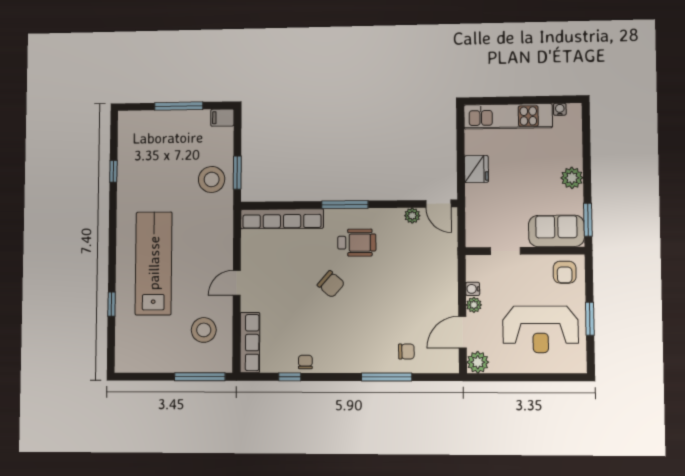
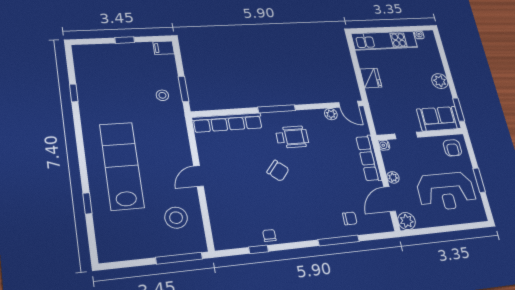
window: (179, 106) -> (125, 40), width x0.46
stool: (212, 179) -> (162, 95), width x0.53, depth x0.53
water cooler: (473, 289) -> (384, 145), moved
row of seats: (250, 343) -> (369, 158), moved, turned 180

